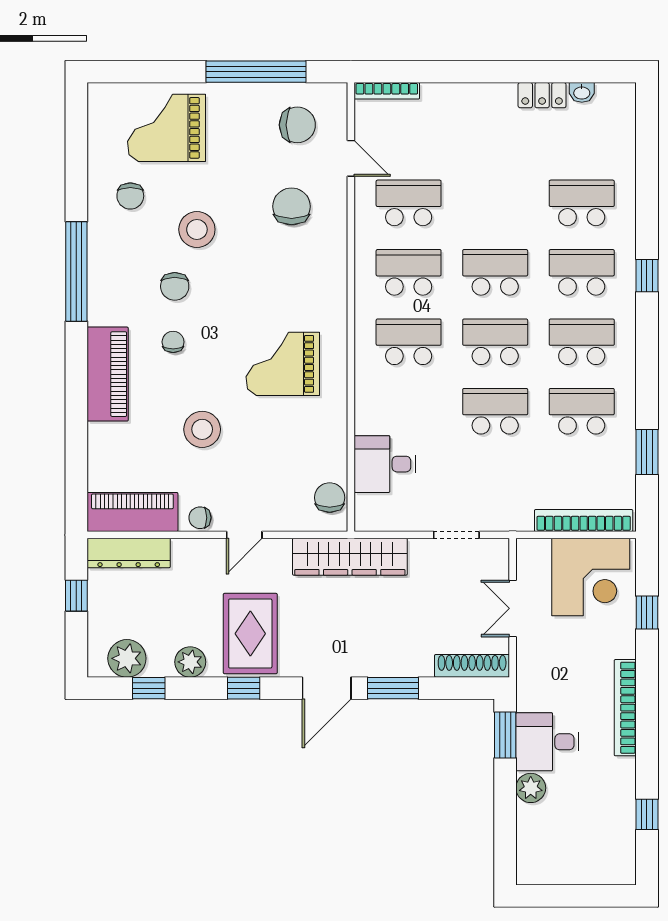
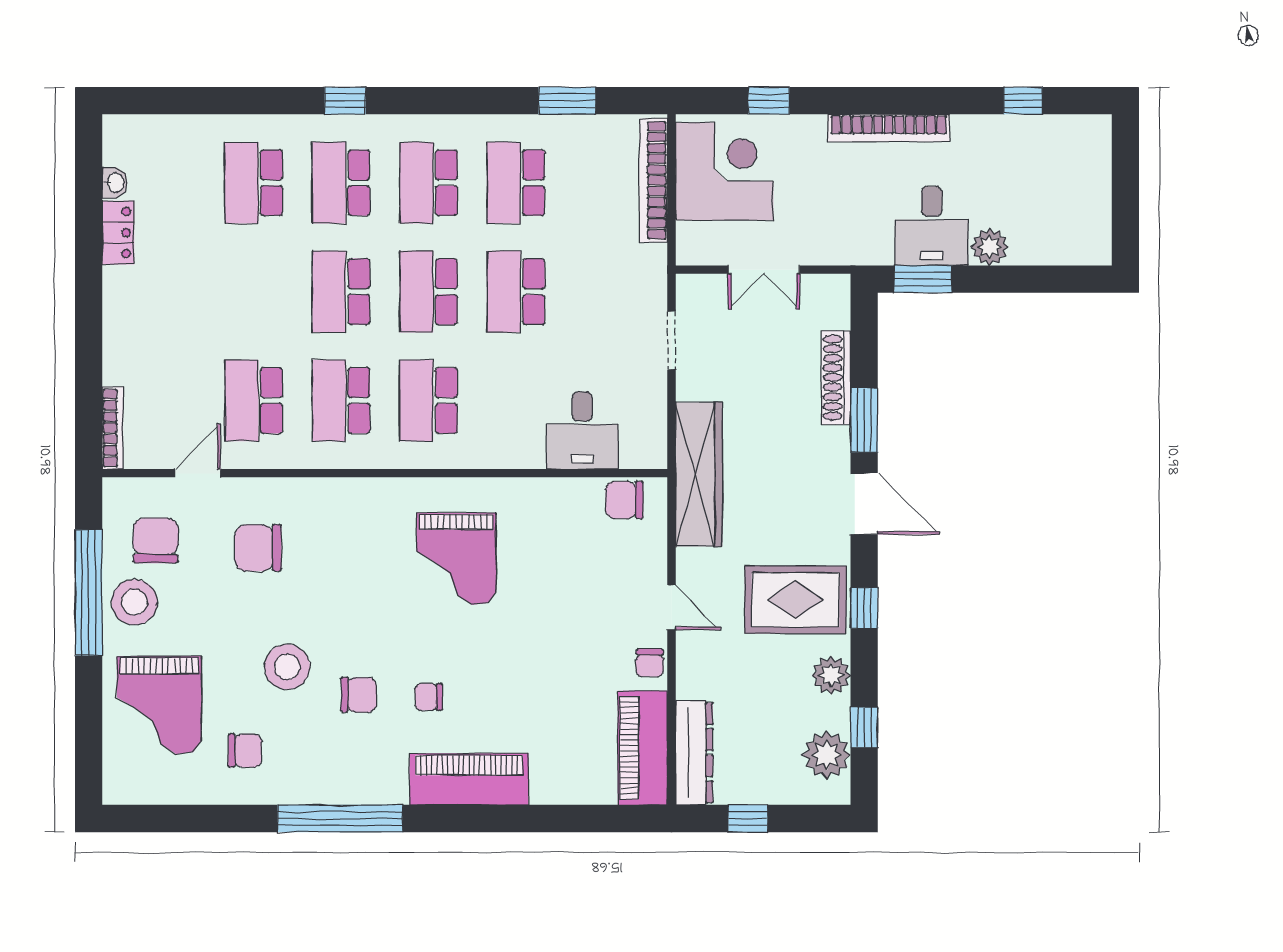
stool: (202, 429) -> (134, 602), moved
shoe rack: (472, 666) -> (836, 378), moved

